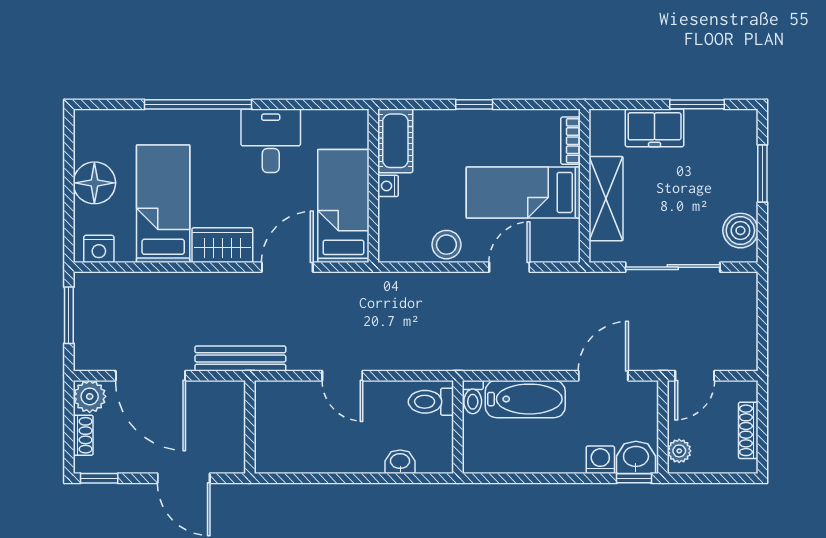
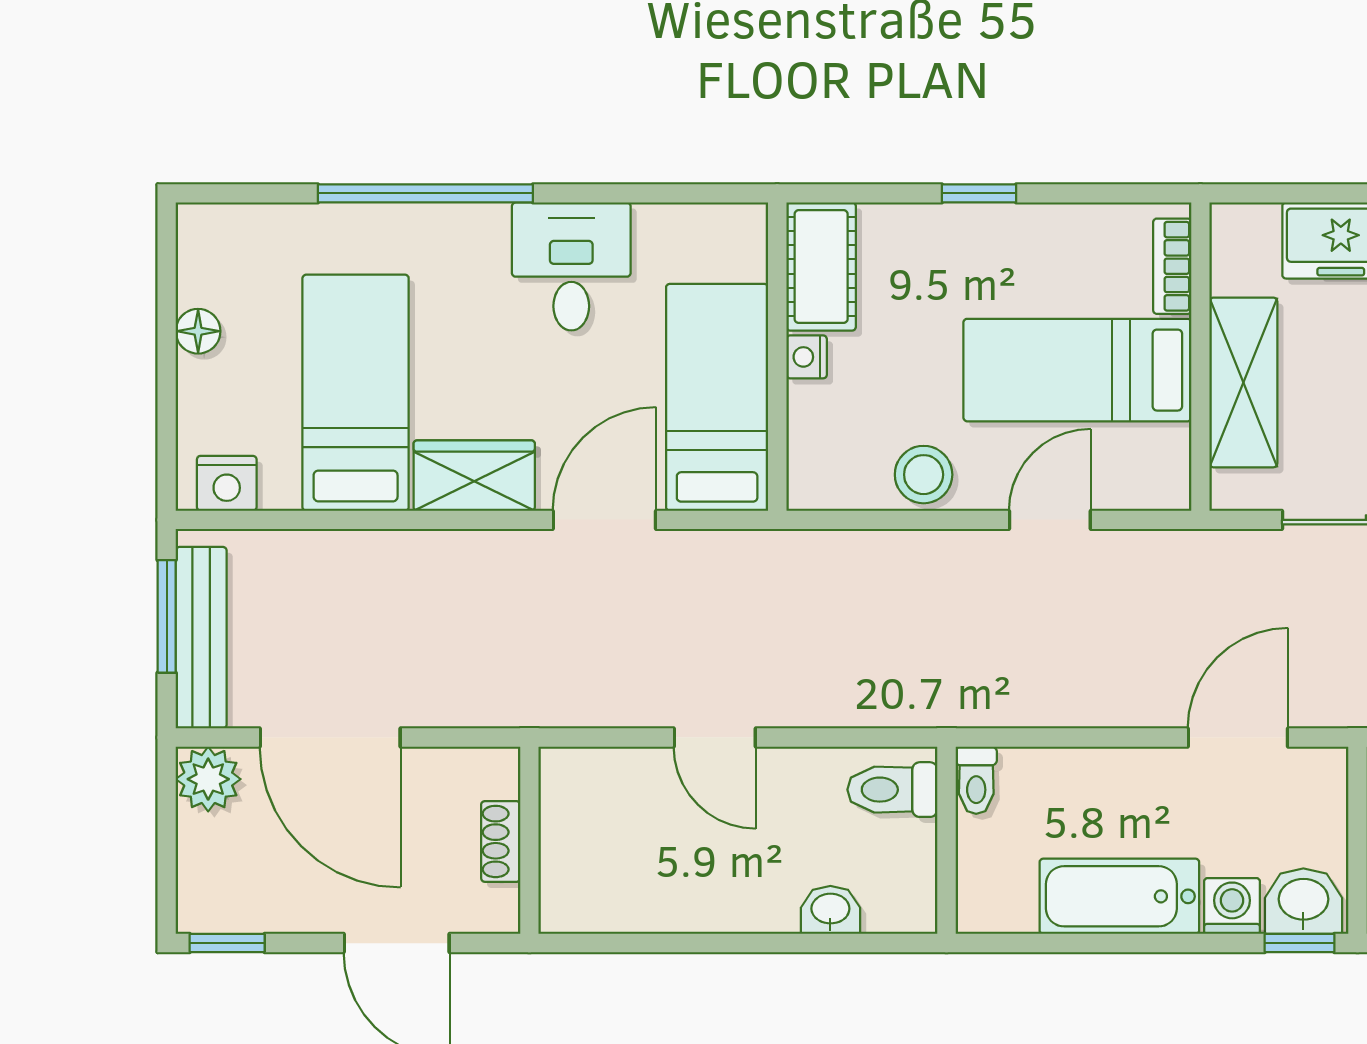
floor lamp: (94, 183) -> (198, 331), width x0.53, depth x0.53
bench: (240, 359) -> (201, 638), moved, turned 90
bathtub: (525, 399) -> (1119, 896), moved, turned 180
shoe rack: (83, 435) -> (501, 841), moved, turned 180

